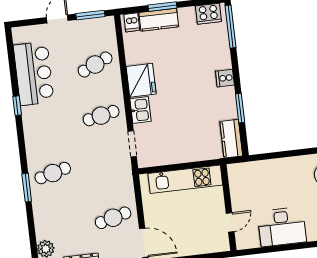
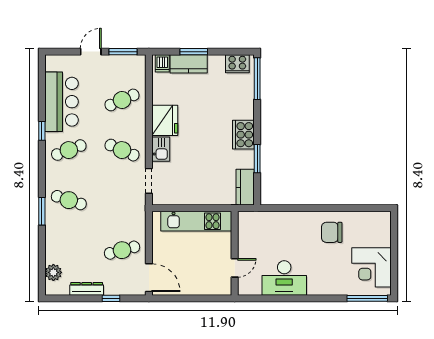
cooker: (225, 78) -> (243, 135), width x1.87, depth x1.31
cafe table: (101, 116) -> (122, 150), turned 36
cafe table: (47, 122) -> (69, 150), added
cafe table: (53, 173) -> (69, 200), turned 33

